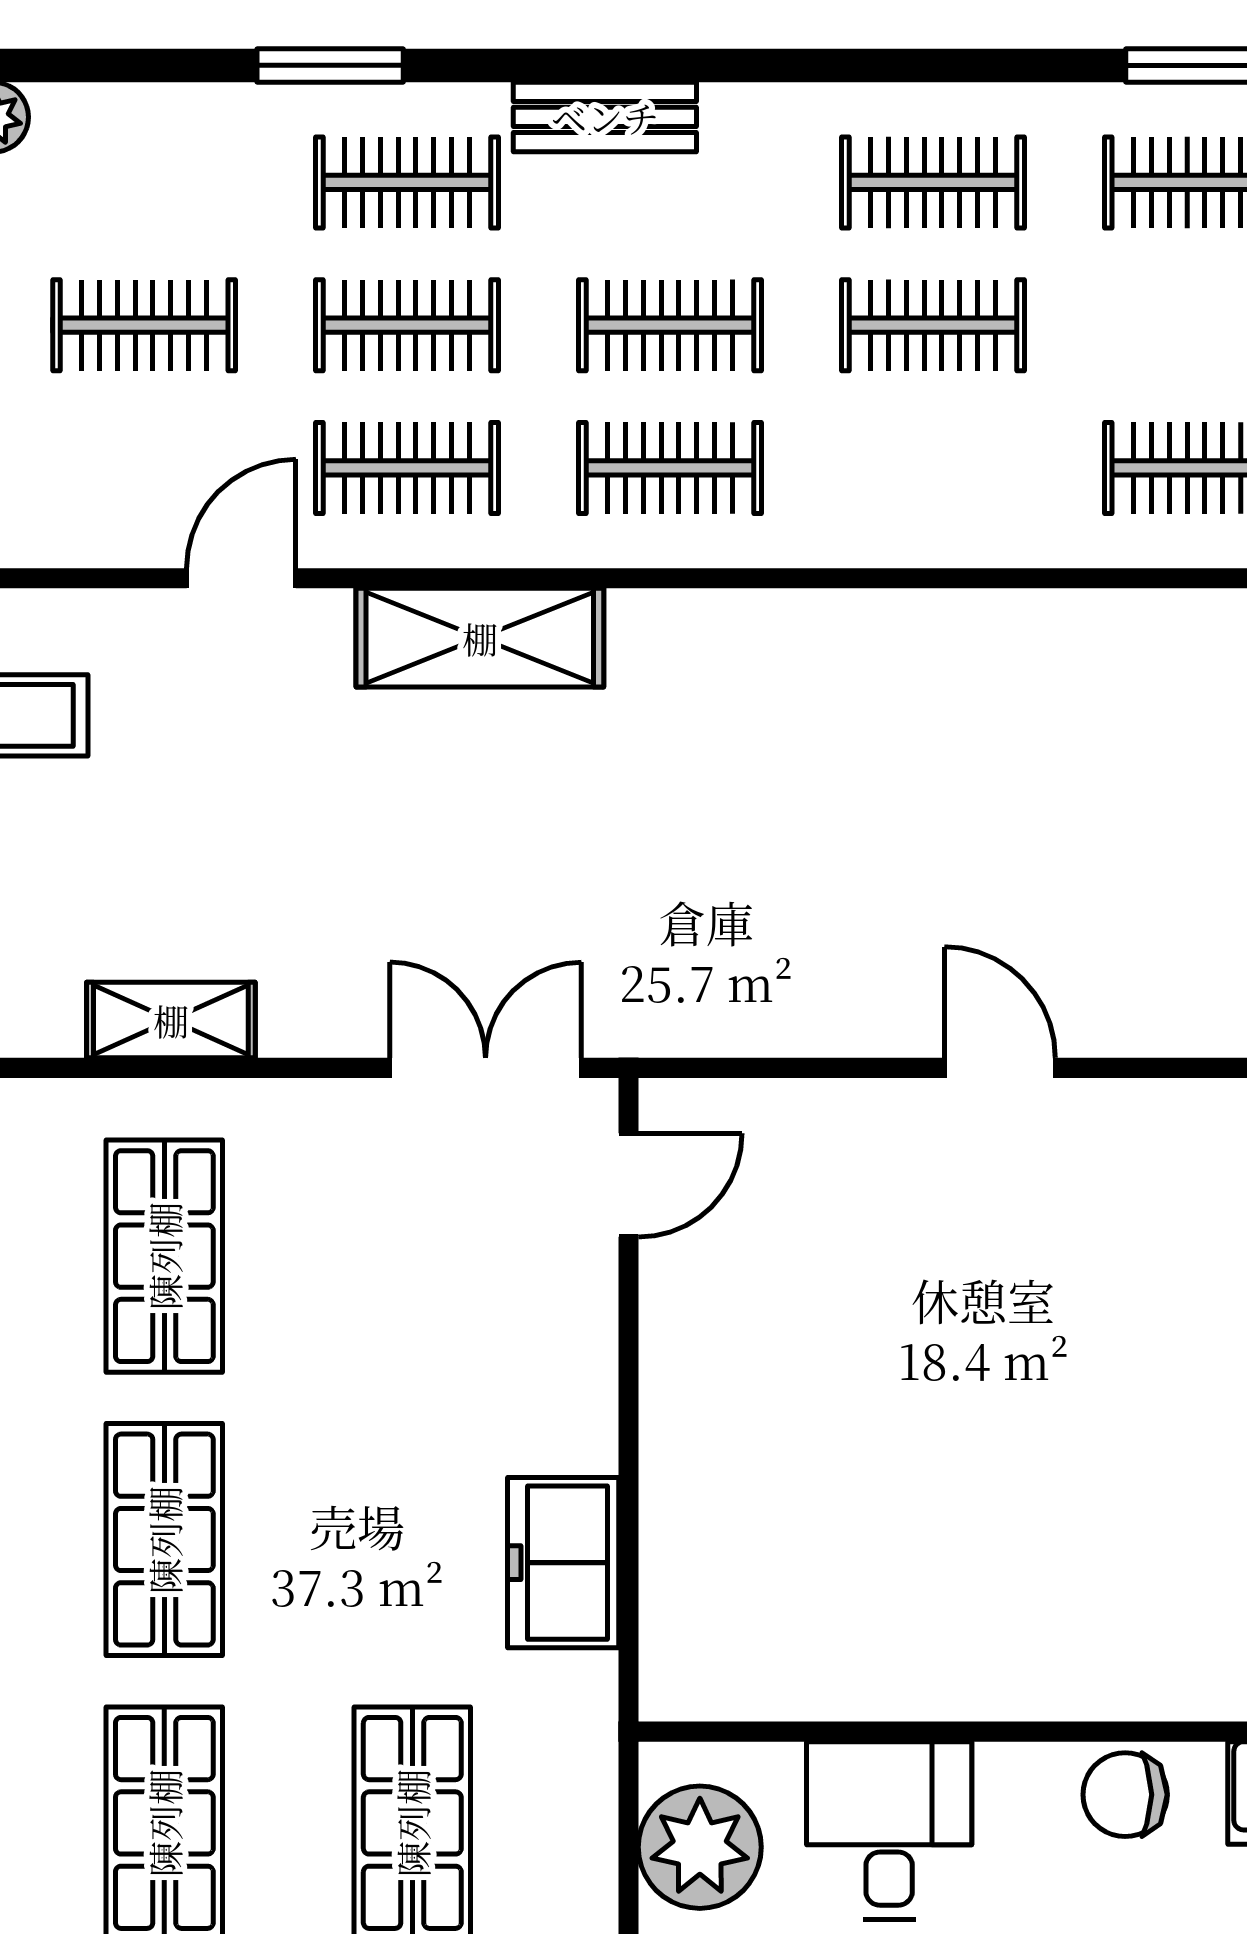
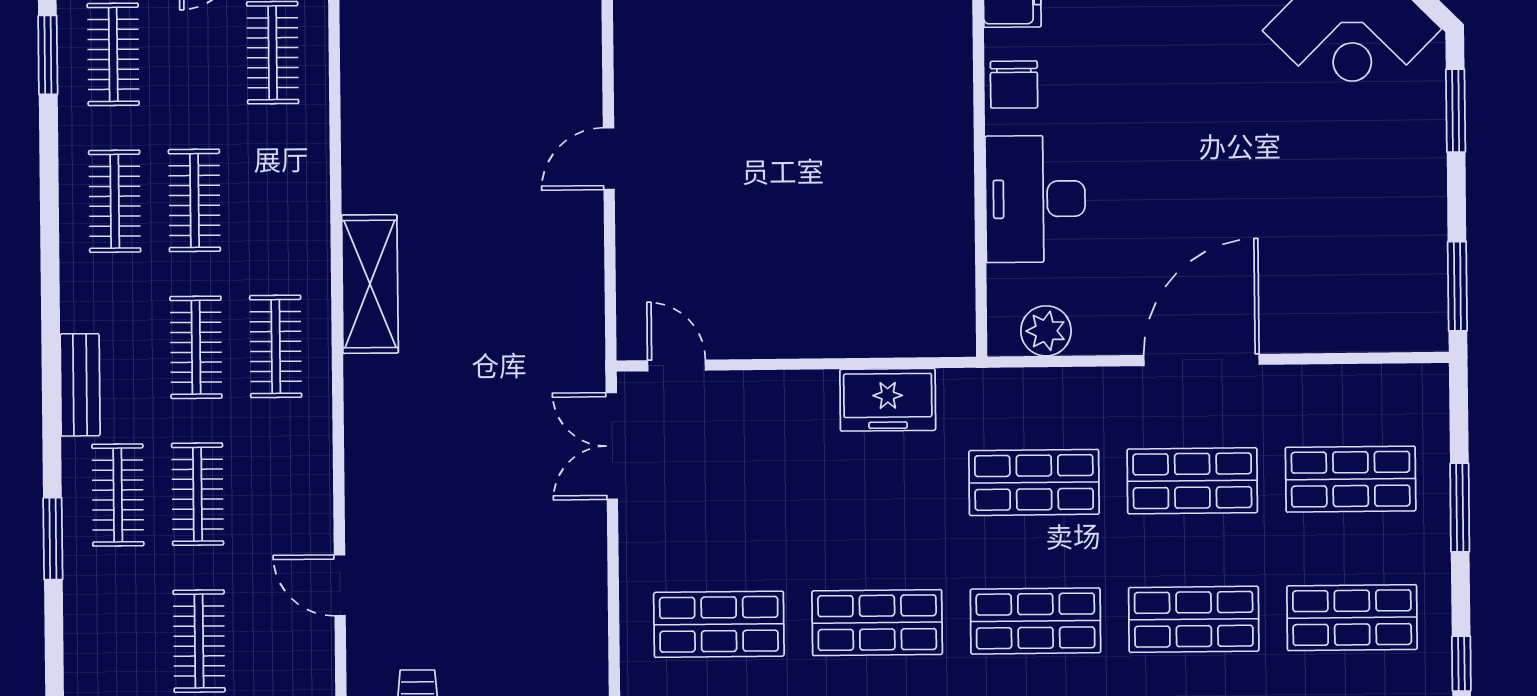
clothes rail: (407, 468) -> (277, 493), removed
shelving: (480, 638) -> (370, 284), moved
shelving: (171, 1020) -> (587, 622), removed
desk: (889, 1831) -> (1035, 199), width x1.37
plant: (700, 1847) -> (1046, 331), width x0.73, depth x0.73

